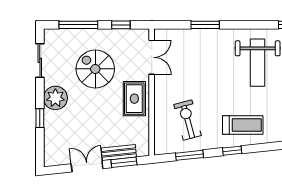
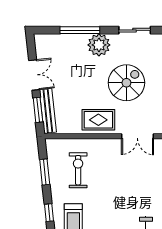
window: (40, 118) -> (80, 30), width x2.17
exercise bike: (188, 120) -> (78, 170), turned -75
bench: (119, 153) -> (48, 111), width x1.36

